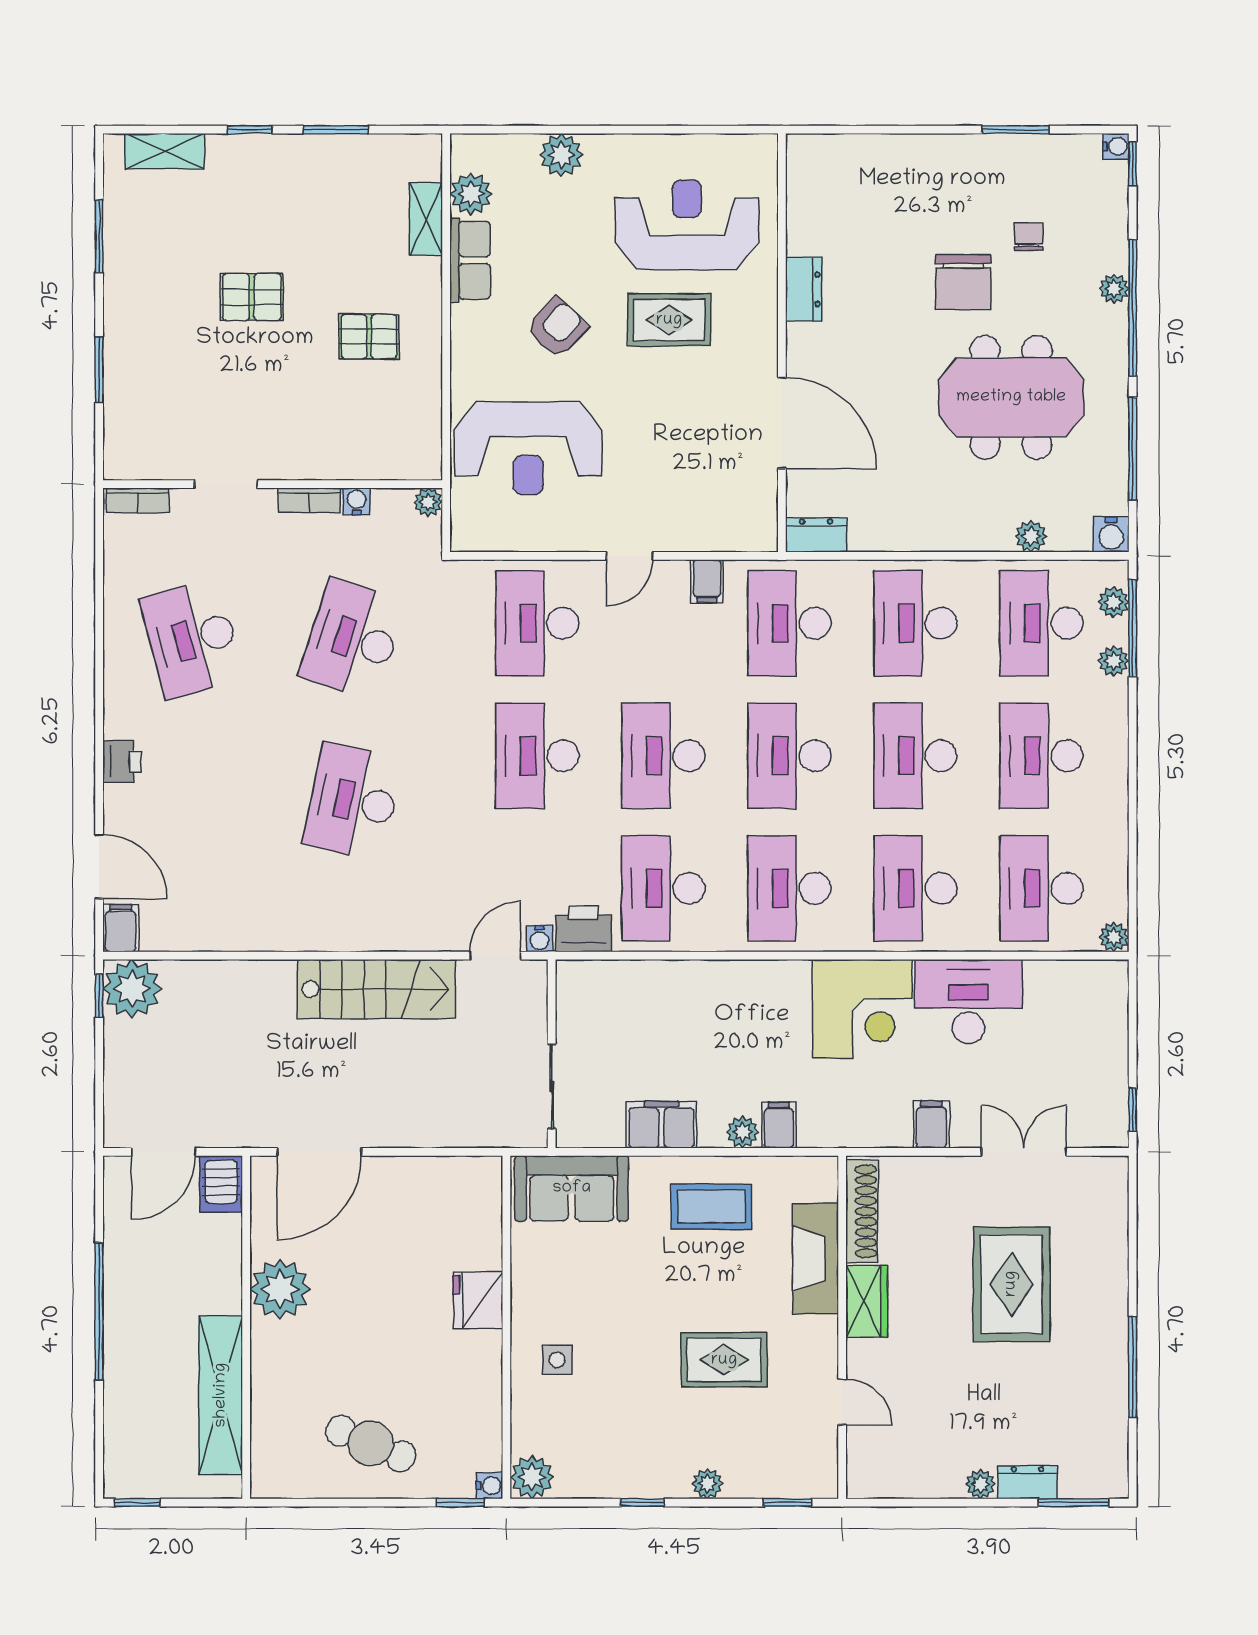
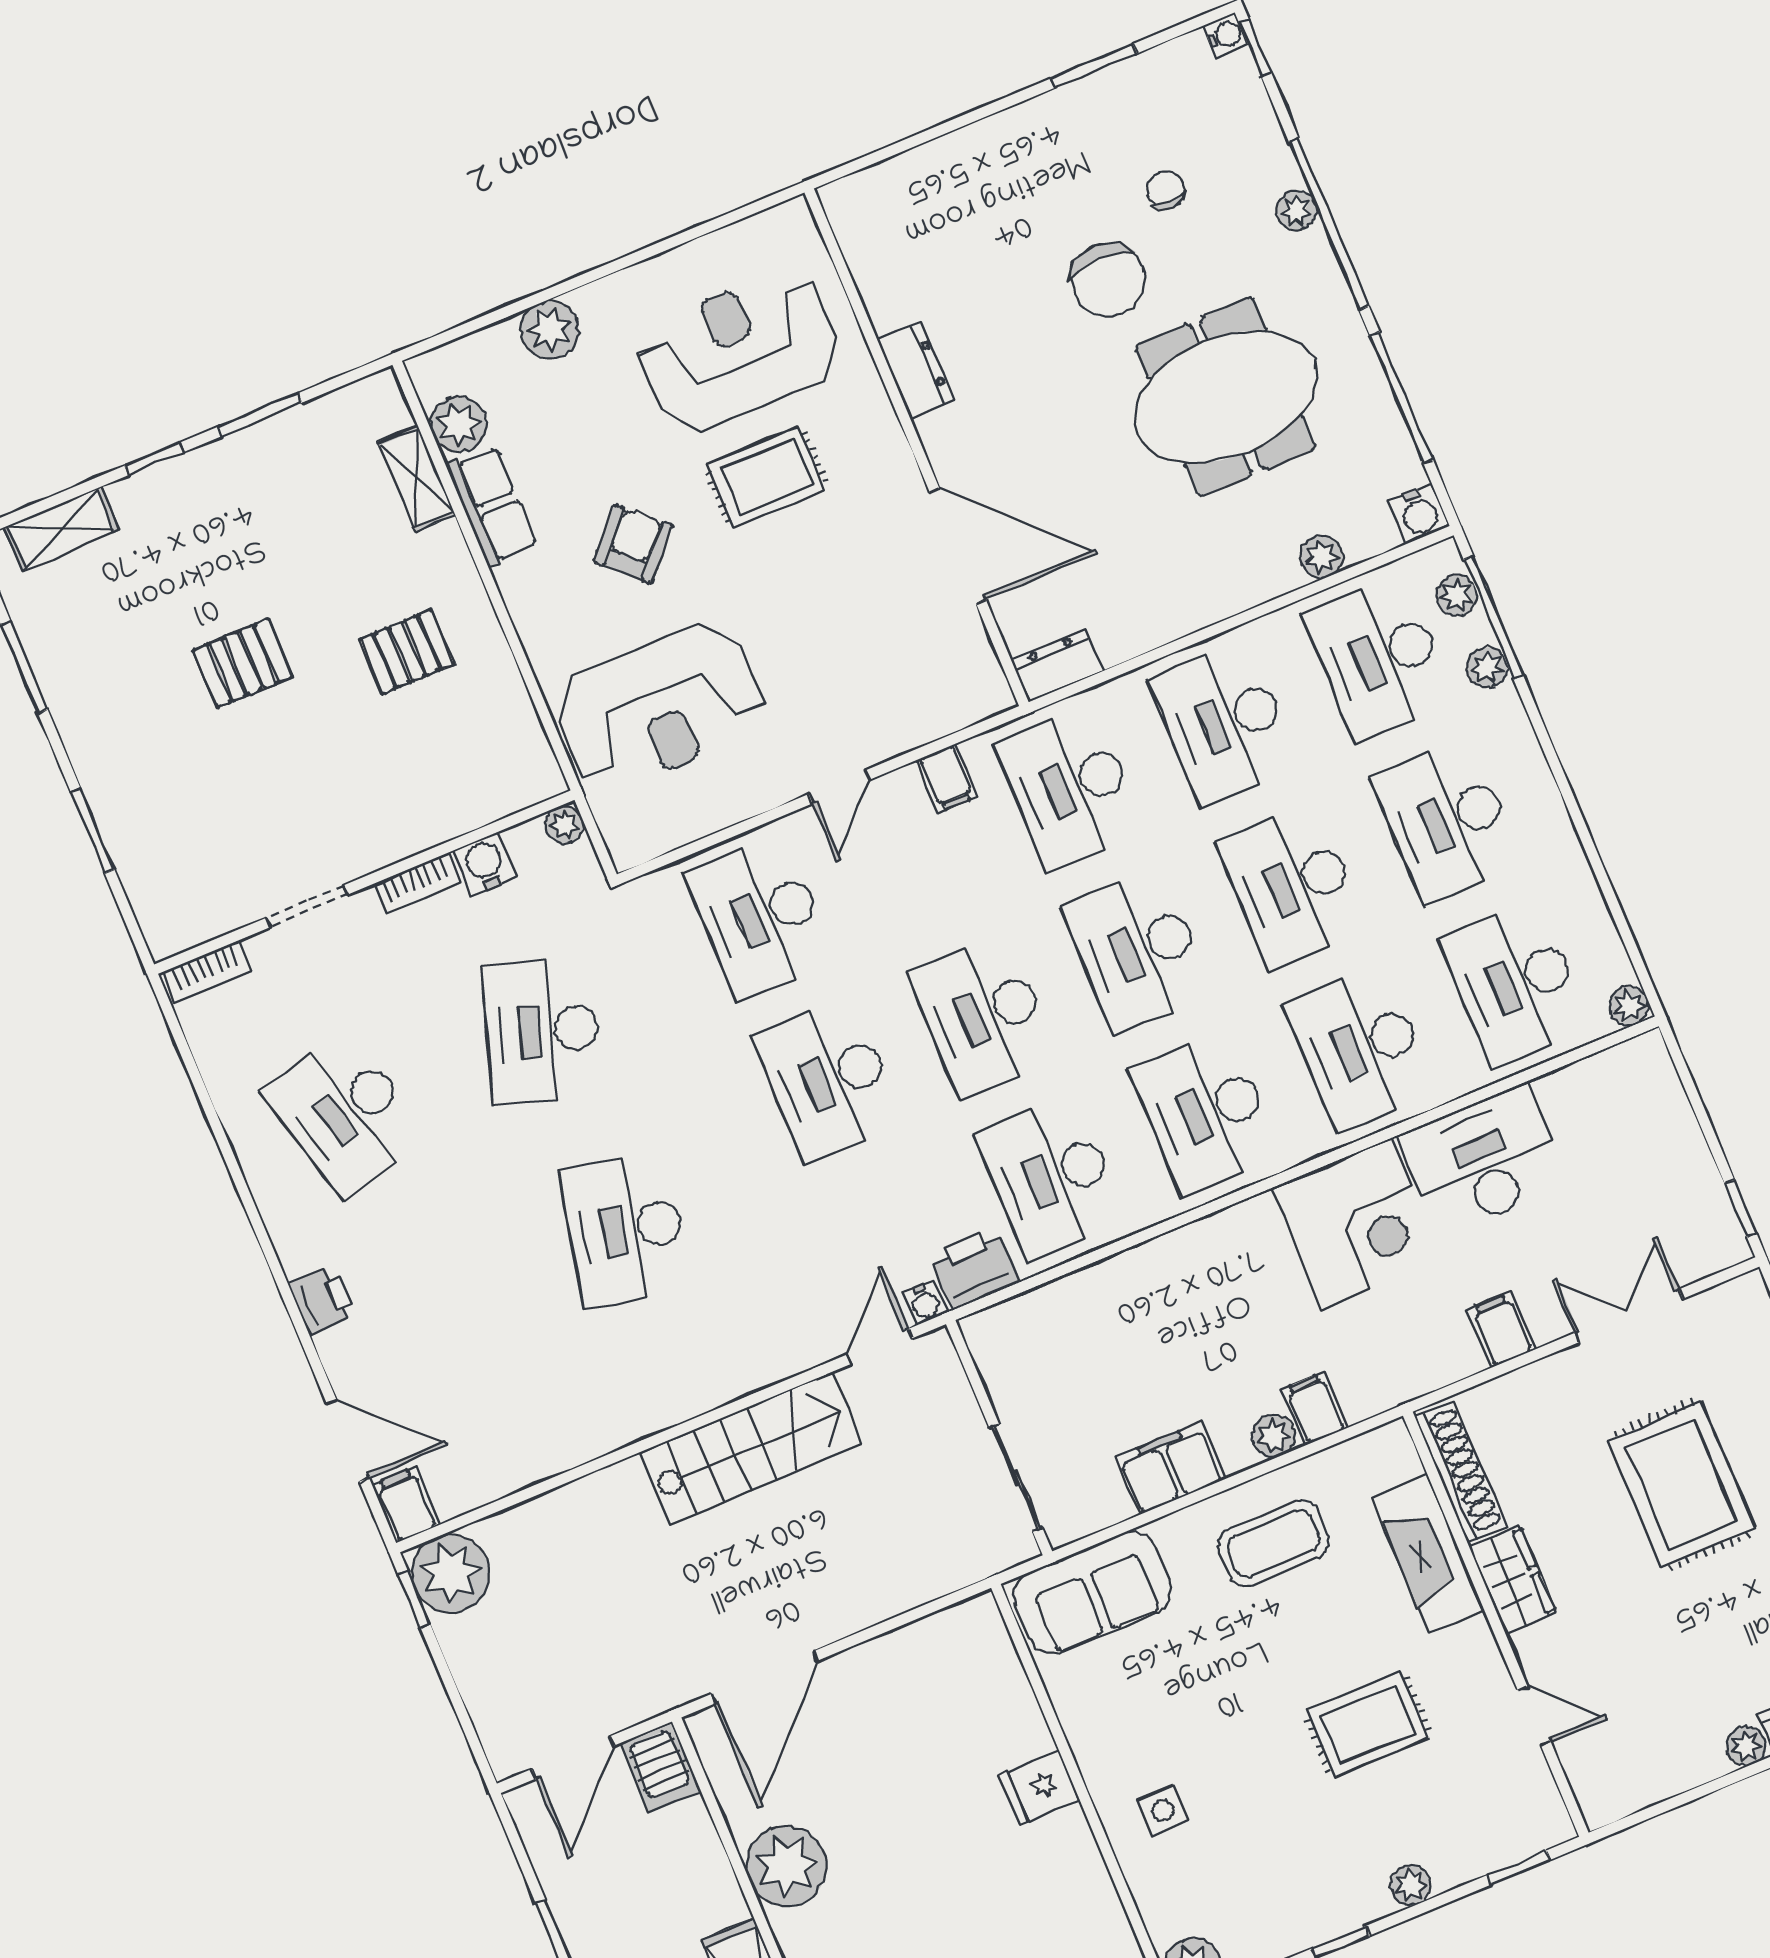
water cooler: (357, 501) -> (485, 864), width x1.38, depth x1.38
fridge: (478, 1300) -> (1039, 1788), width x0.72

